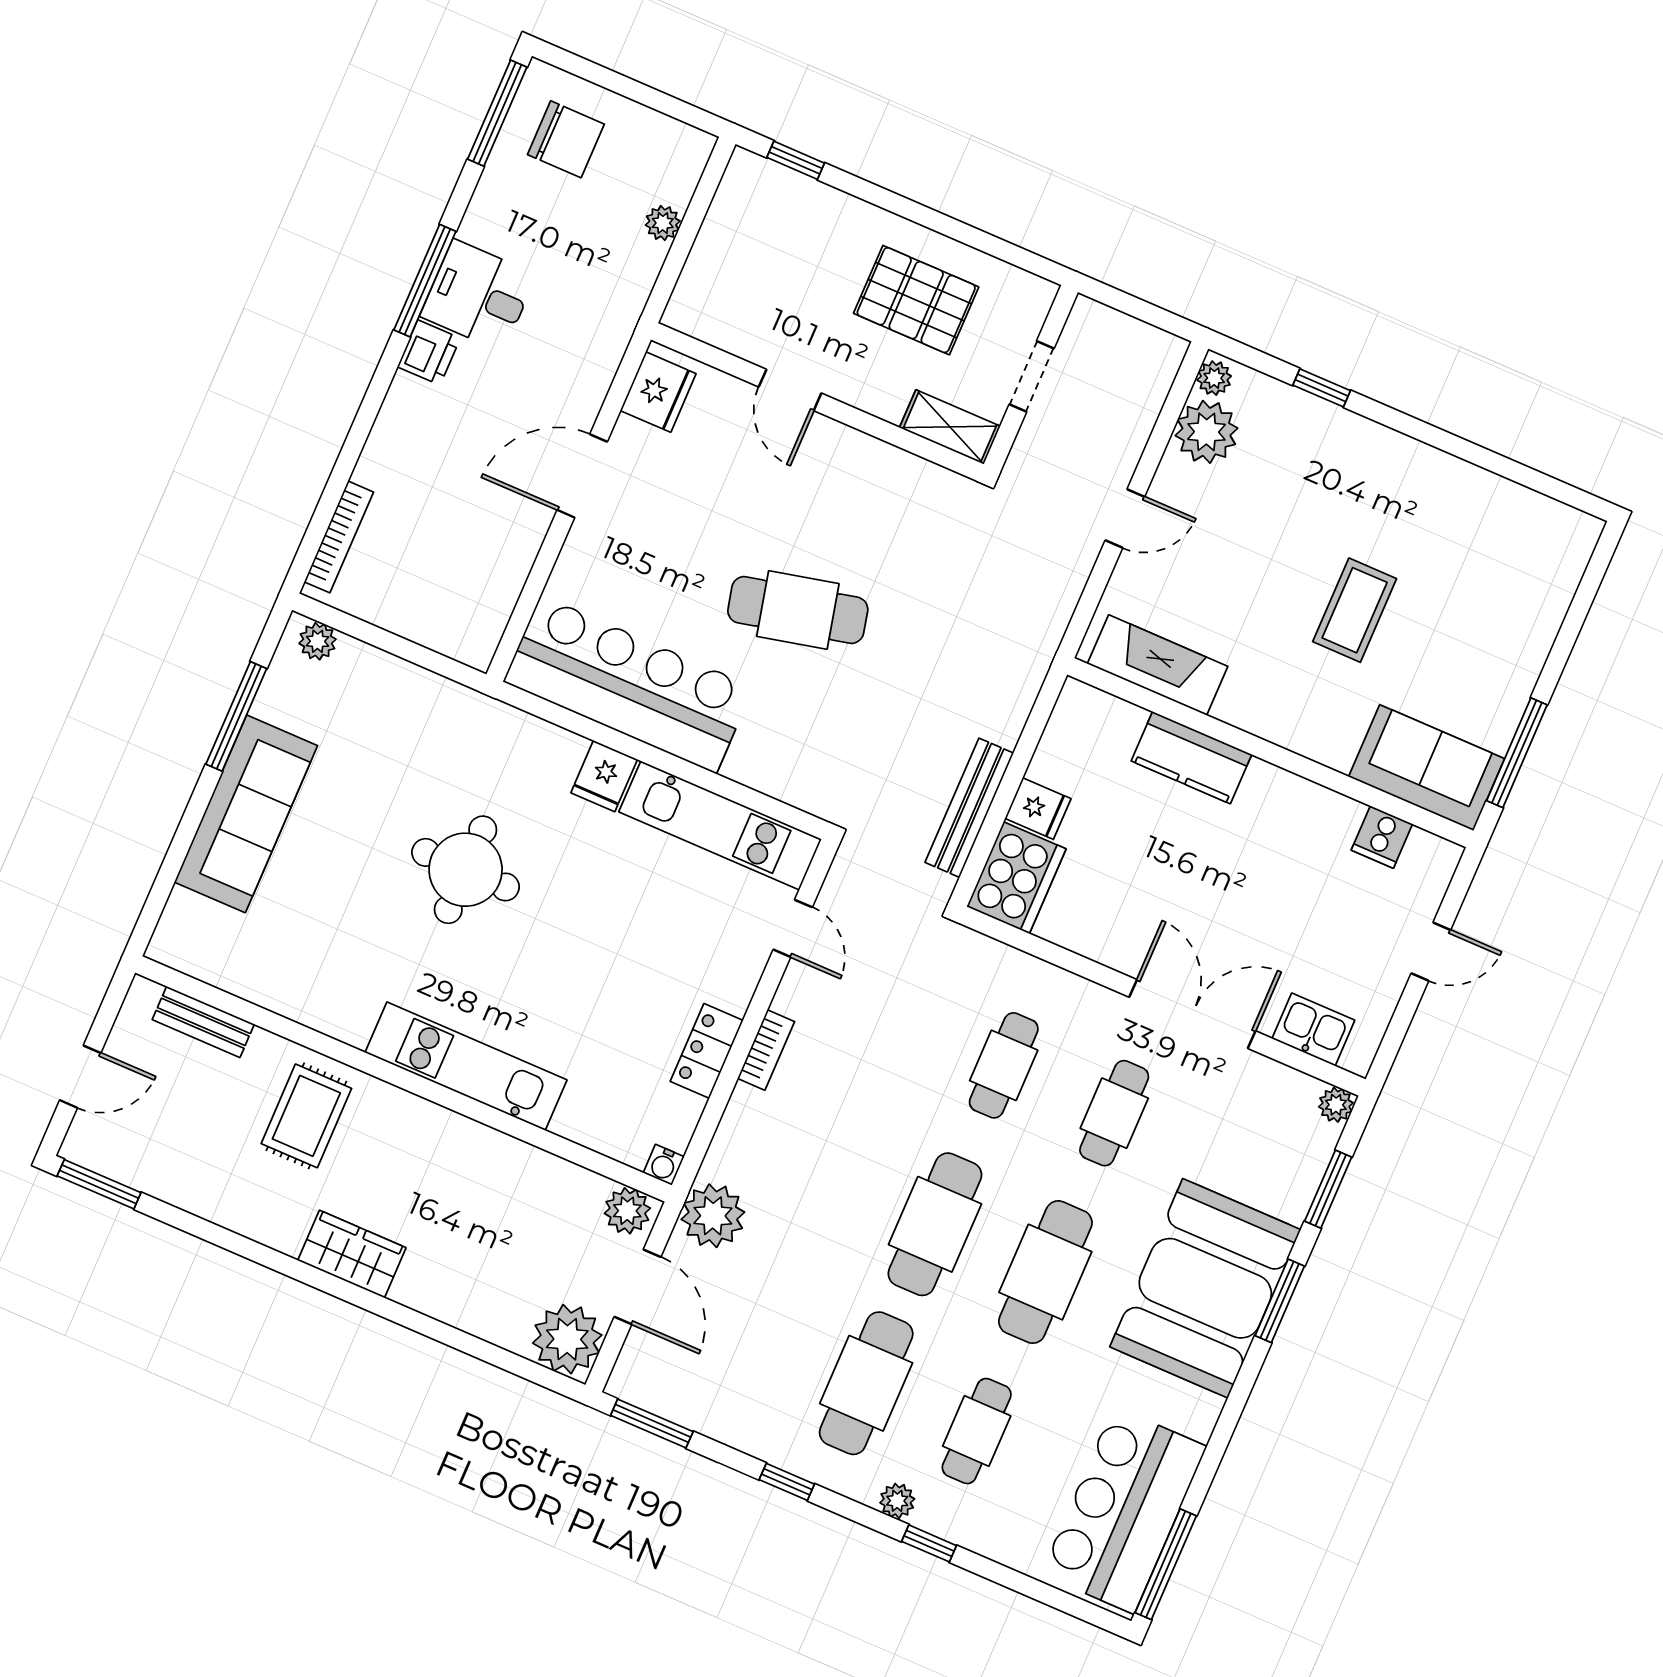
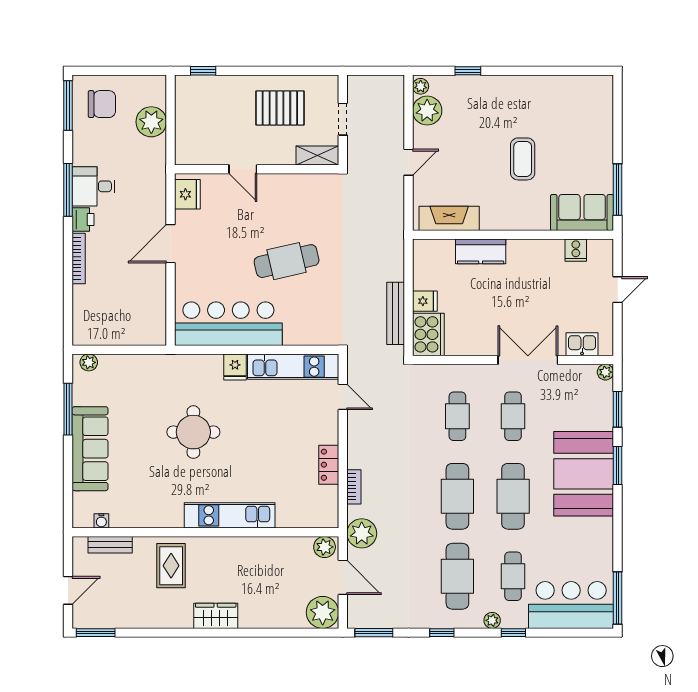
plant: (663, 223) -> (151, 122), width x1.88, depth x1.88
bookcase: (339, 537) -> (79, 258), moved
bookcase: (766, 1050) -> (354, 487), moved
water cooler: (664, 1165) -> (101, 521), moved
bar counter: (1124, 1510) -> (571, 605), moved, turned 90

